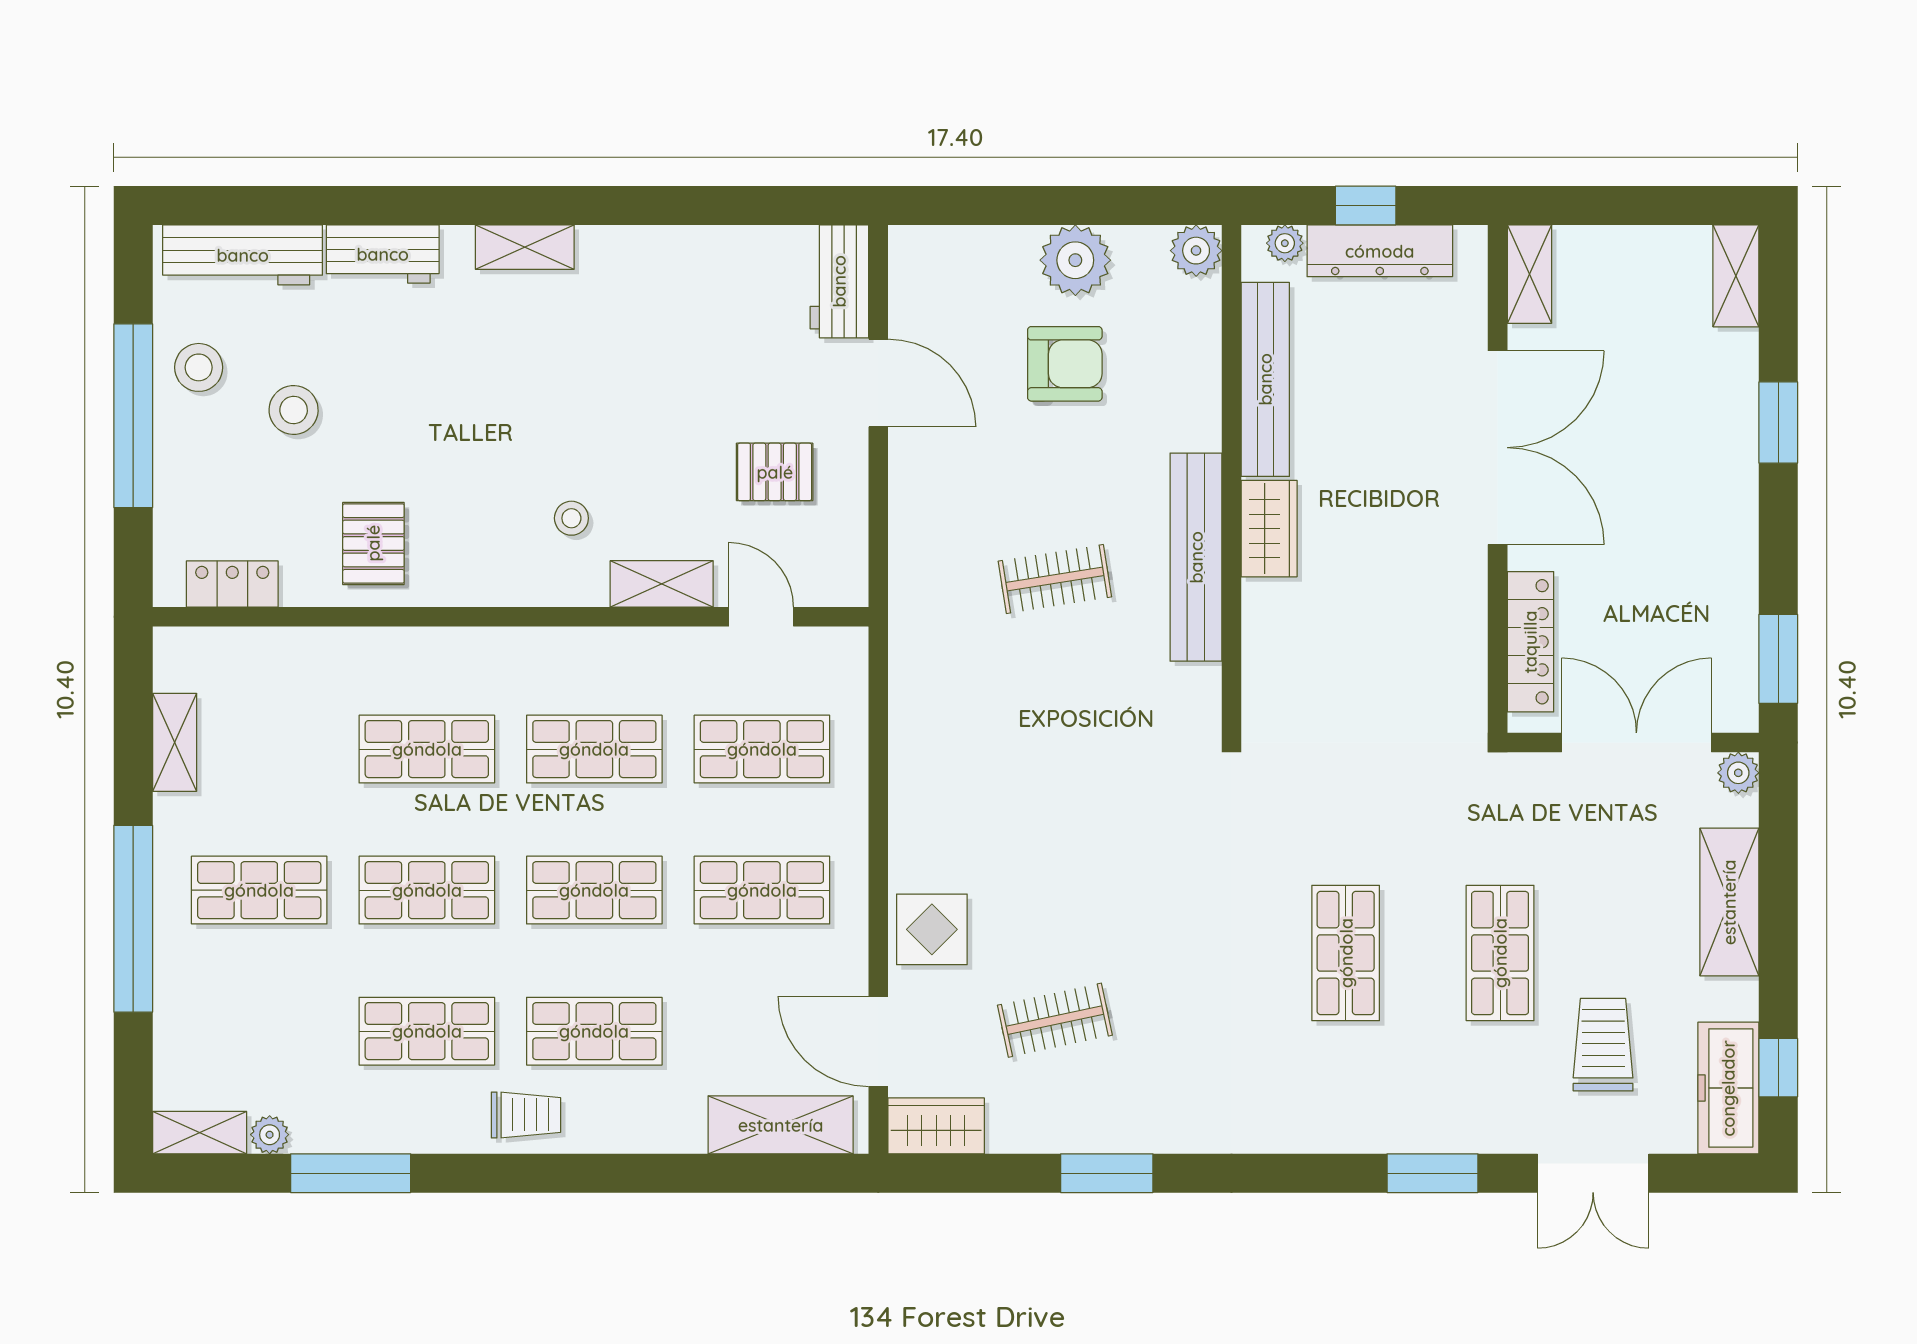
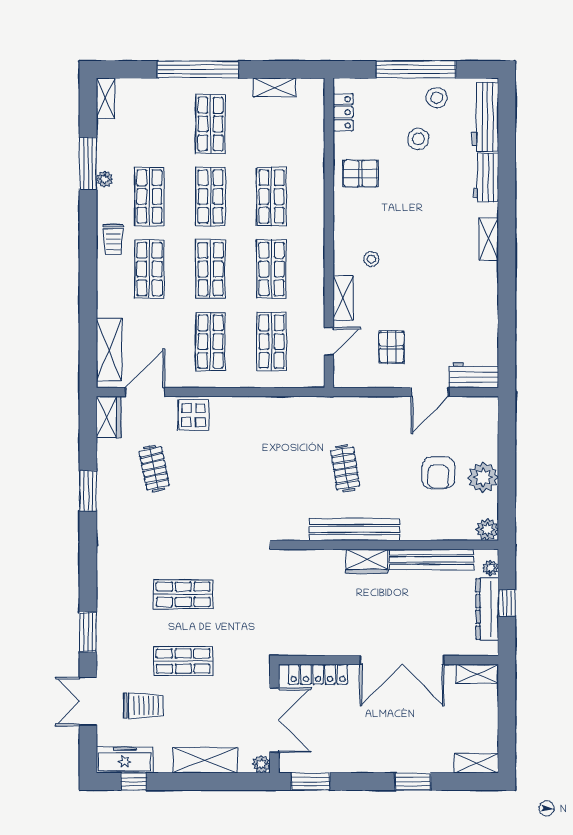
plant: (270, 1135) -> (105, 179), moved

